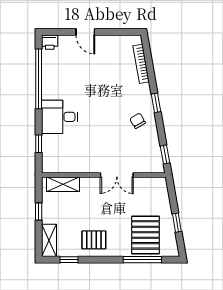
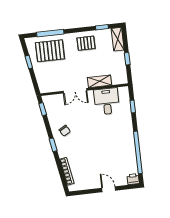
desk: (60, 117) -> (107, 101), moved, turned -90
double door: (117, 175) -> (75, 91), swing flipped
shelving: (63, 184) -> (99, 81), moved
pallet: (146, 235) -> (50, 51), turned 90

